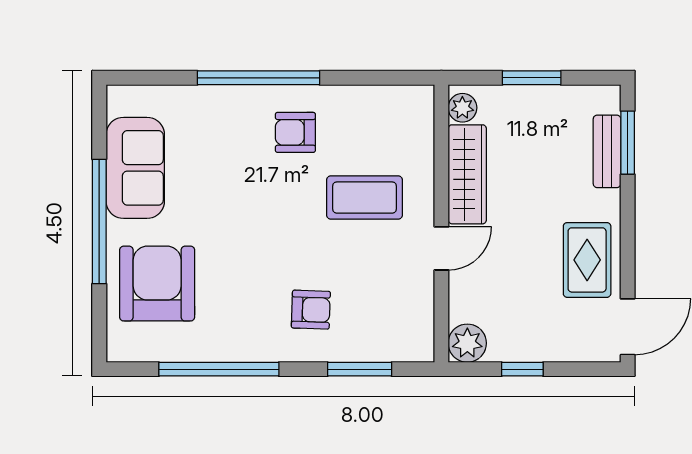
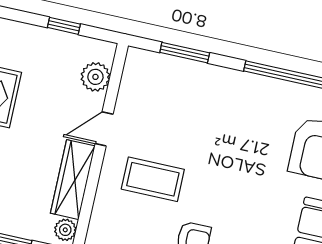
armchair: (311, 310) -> (211, 105), removed
plant: (467, 343) -> (95, 77), moved

